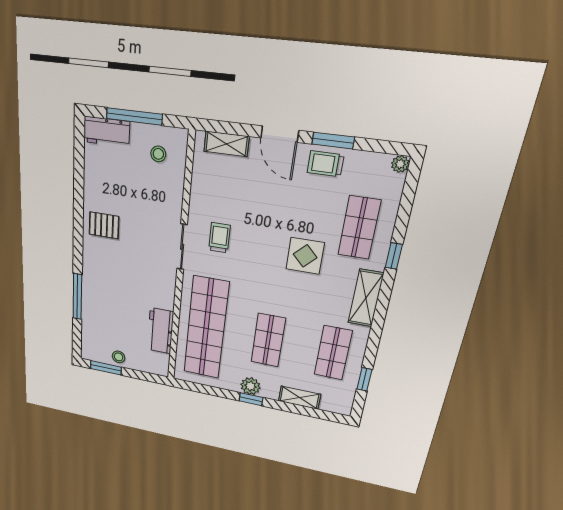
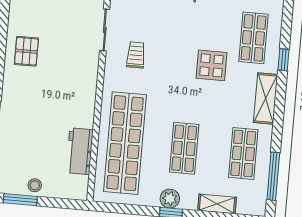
pallet: (104, 225) -> (26, 51), turned 90
sliding door: (182, 247) -> (105, 30), moved
window: (364, 379) -> (273, 176), width x2.17

